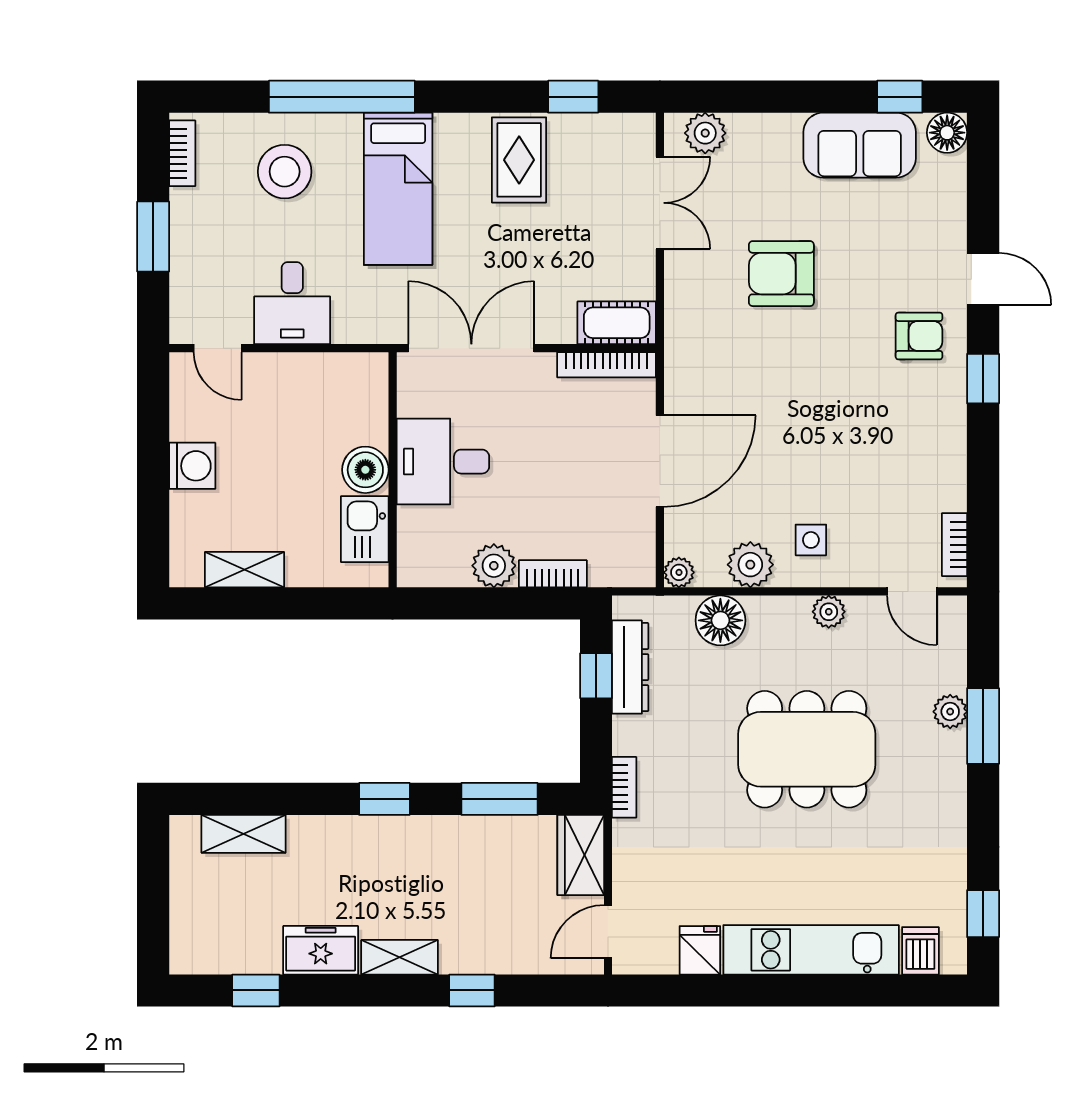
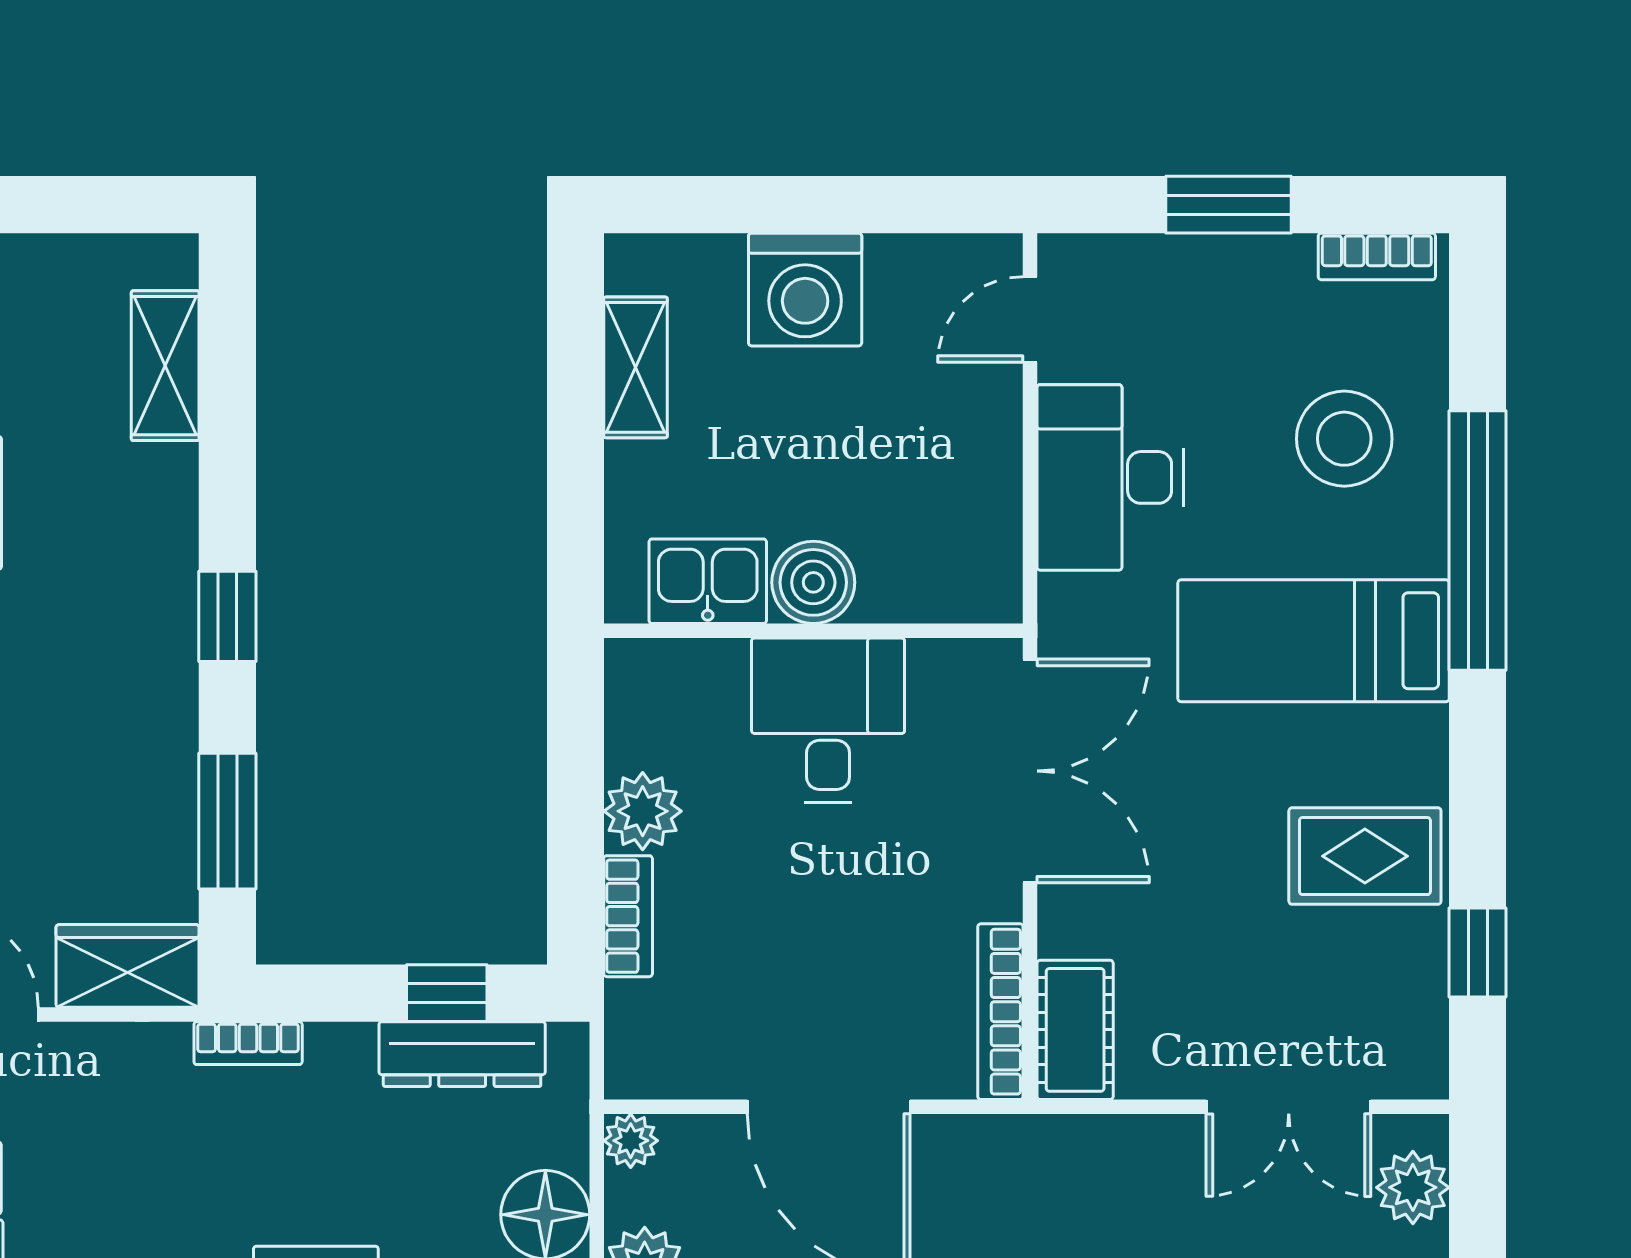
desk: (292, 303) -> (1110, 477), width x1.37
washing machine: (192, 466) -> (805, 290), width x1.37, depth x1.37

